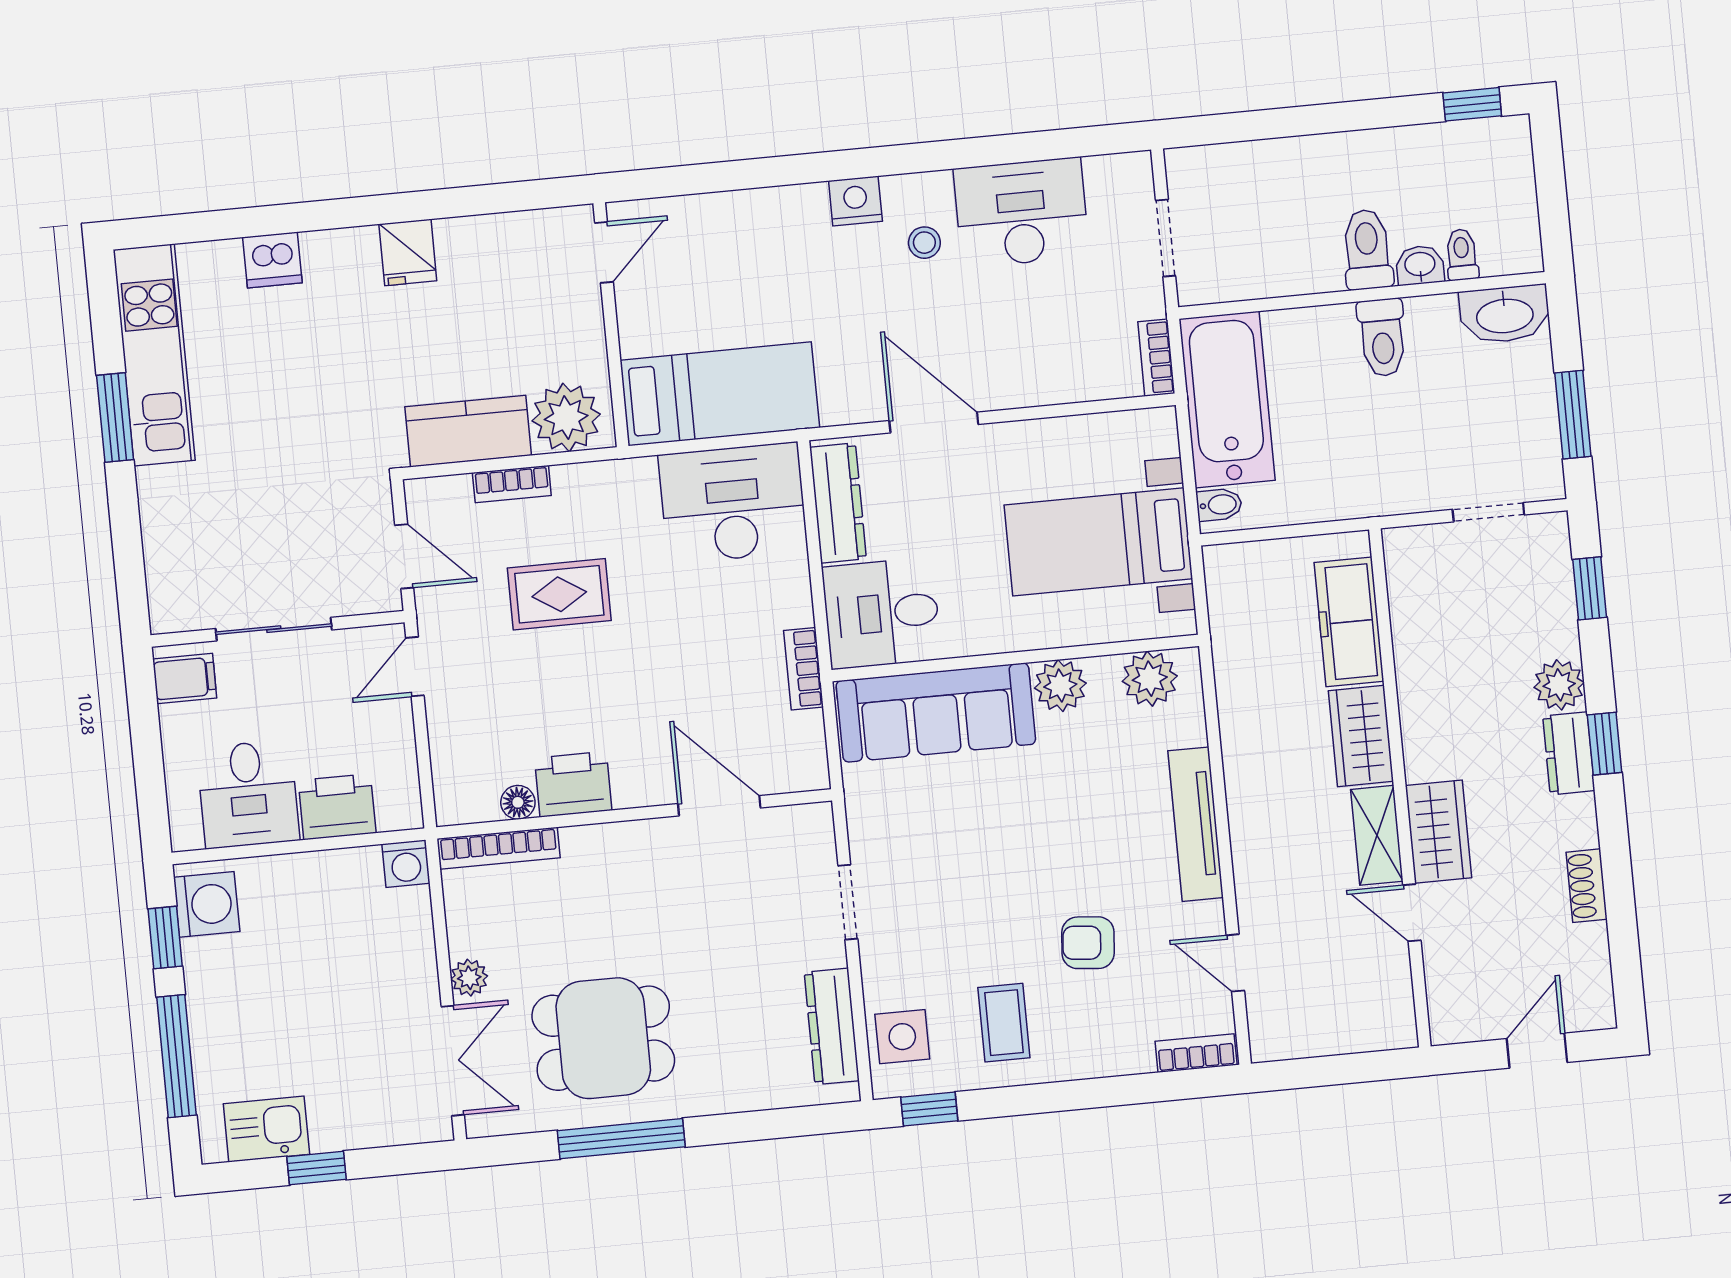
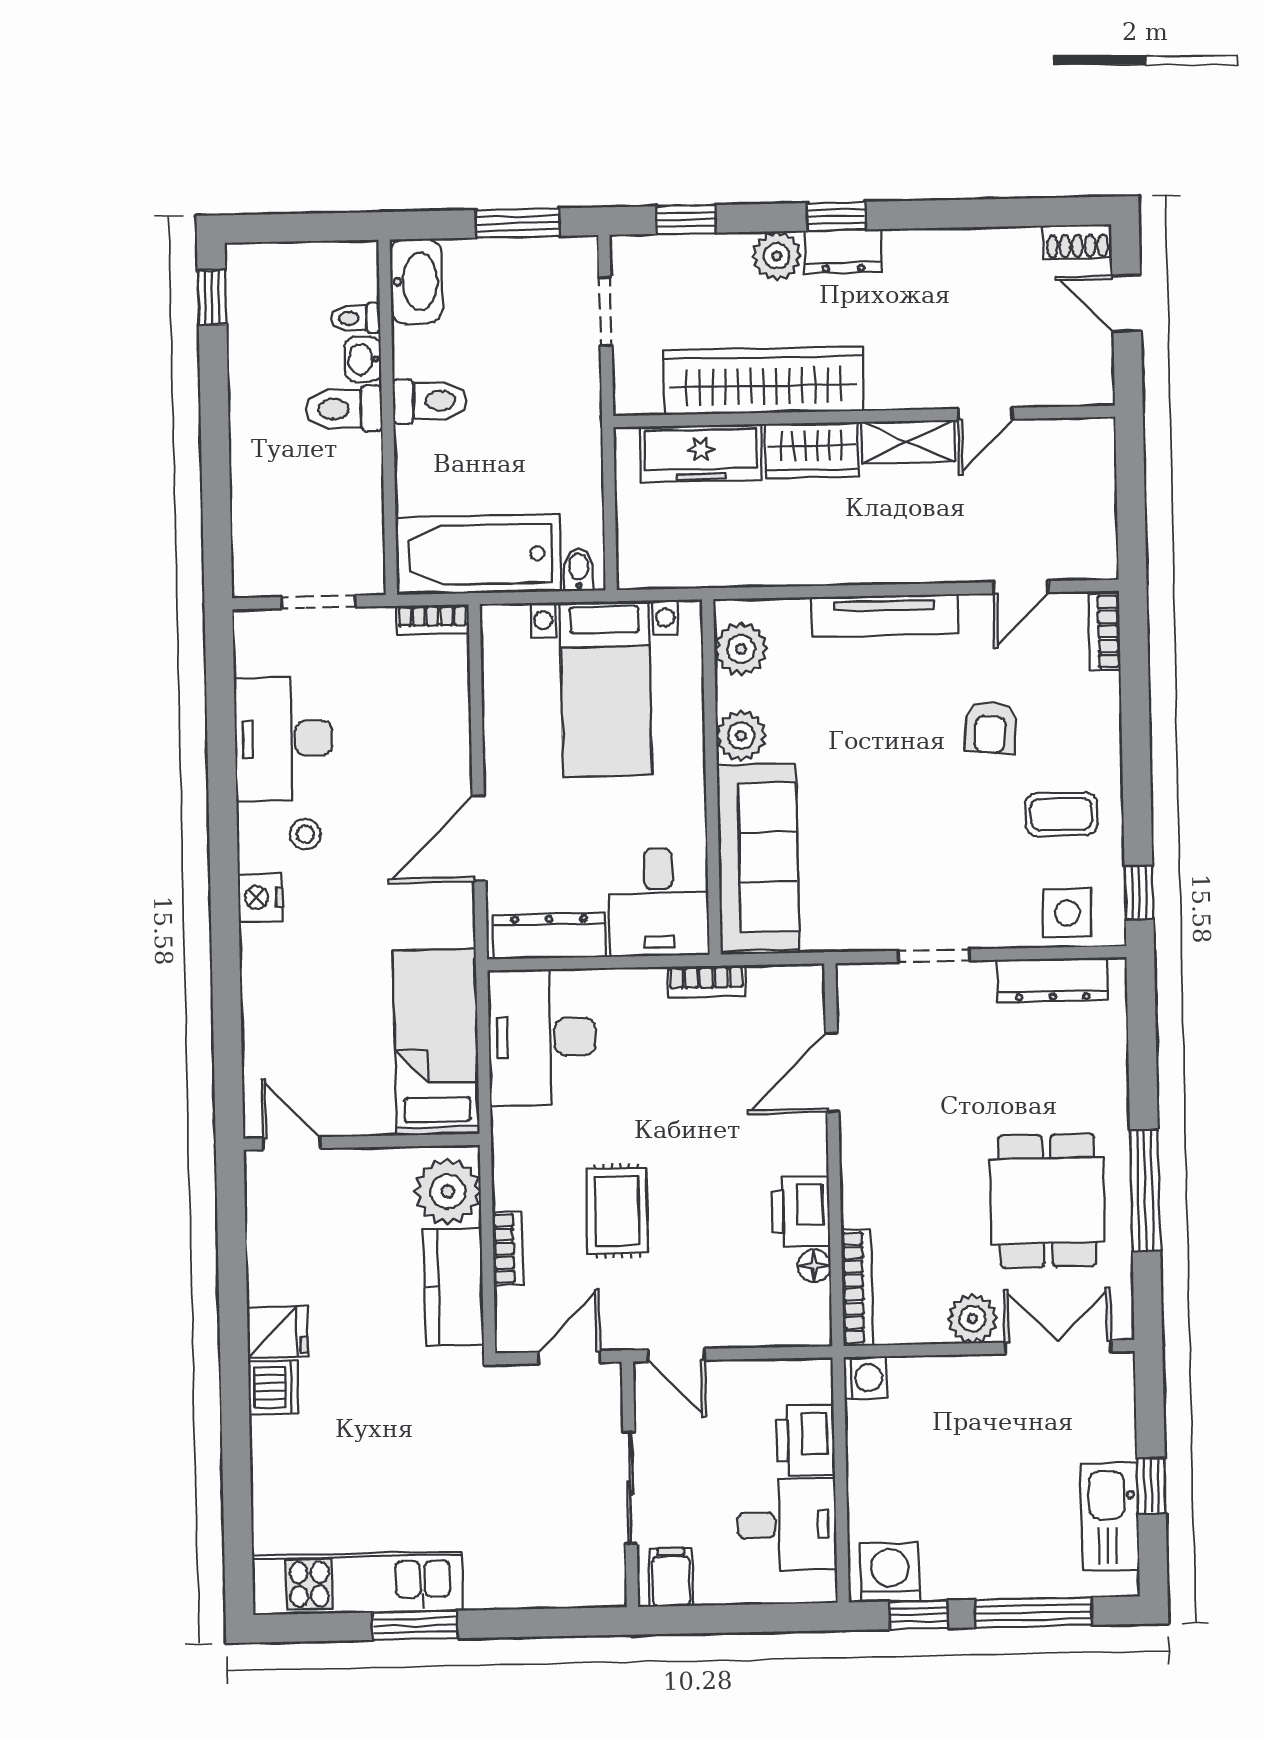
dishwasher: (272, 260) -> (273, 1387), moved
wardrobe: (1438, 832) -> (764, 381), moved, width x2.10, depth x1.17
shoe rack: (1587, 886) -> (1077, 242), moved
plant: (469, 978) -> (973, 1319), width x1.38, depth x1.38
kitchen sink: (266, 1129) -> (1110, 1517), width x1.38

